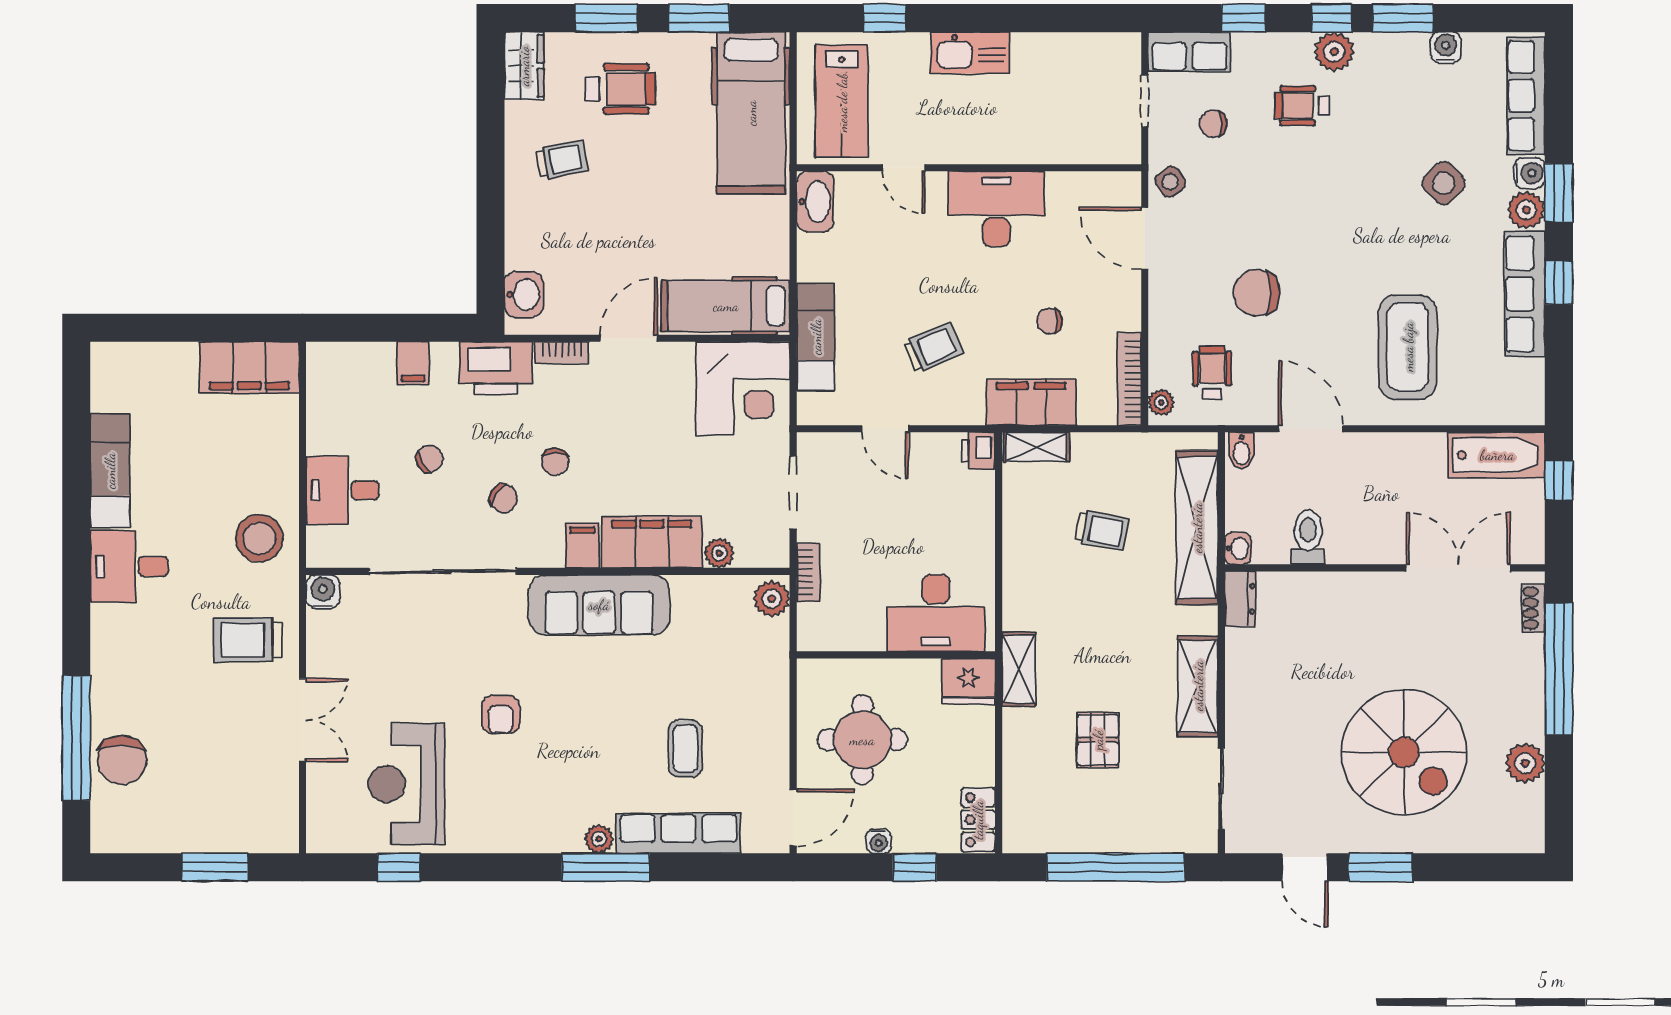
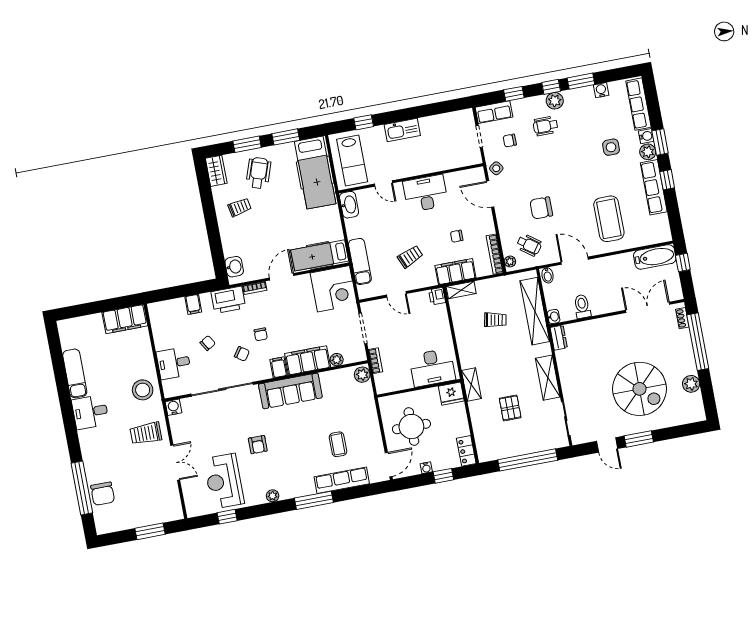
wheelchair: (620, 89) -> (258, 173), turned -71
side table: (1444, 183) -> (611, 147), turned 45
wheelchair: (1212, 373) -> (529, 245), turned 126
plant: (599, 839) -> (273, 496), moved

